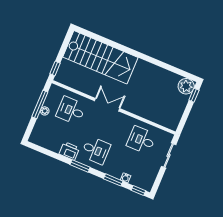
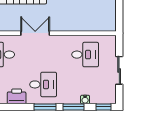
desk: (141, 140) -> (85, 55), turned 180
sliding door: (169, 155) -> (119, 70), moved
window: (80, 166) -> (45, 107), moved

